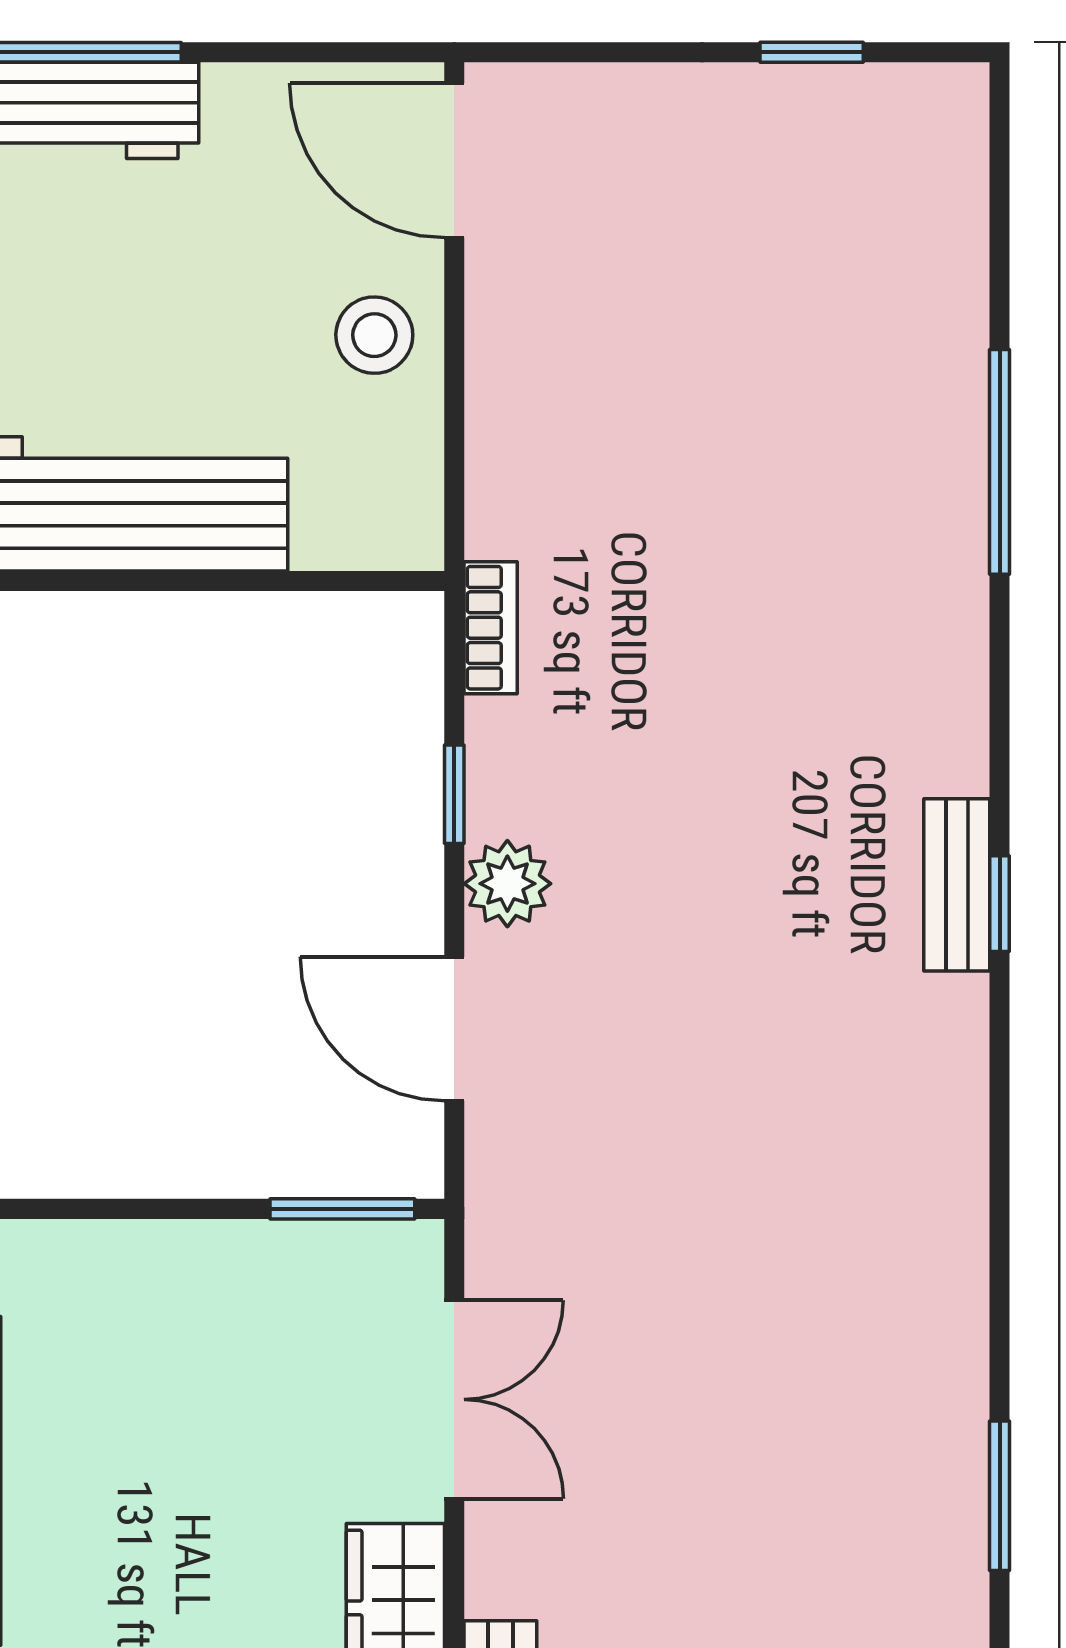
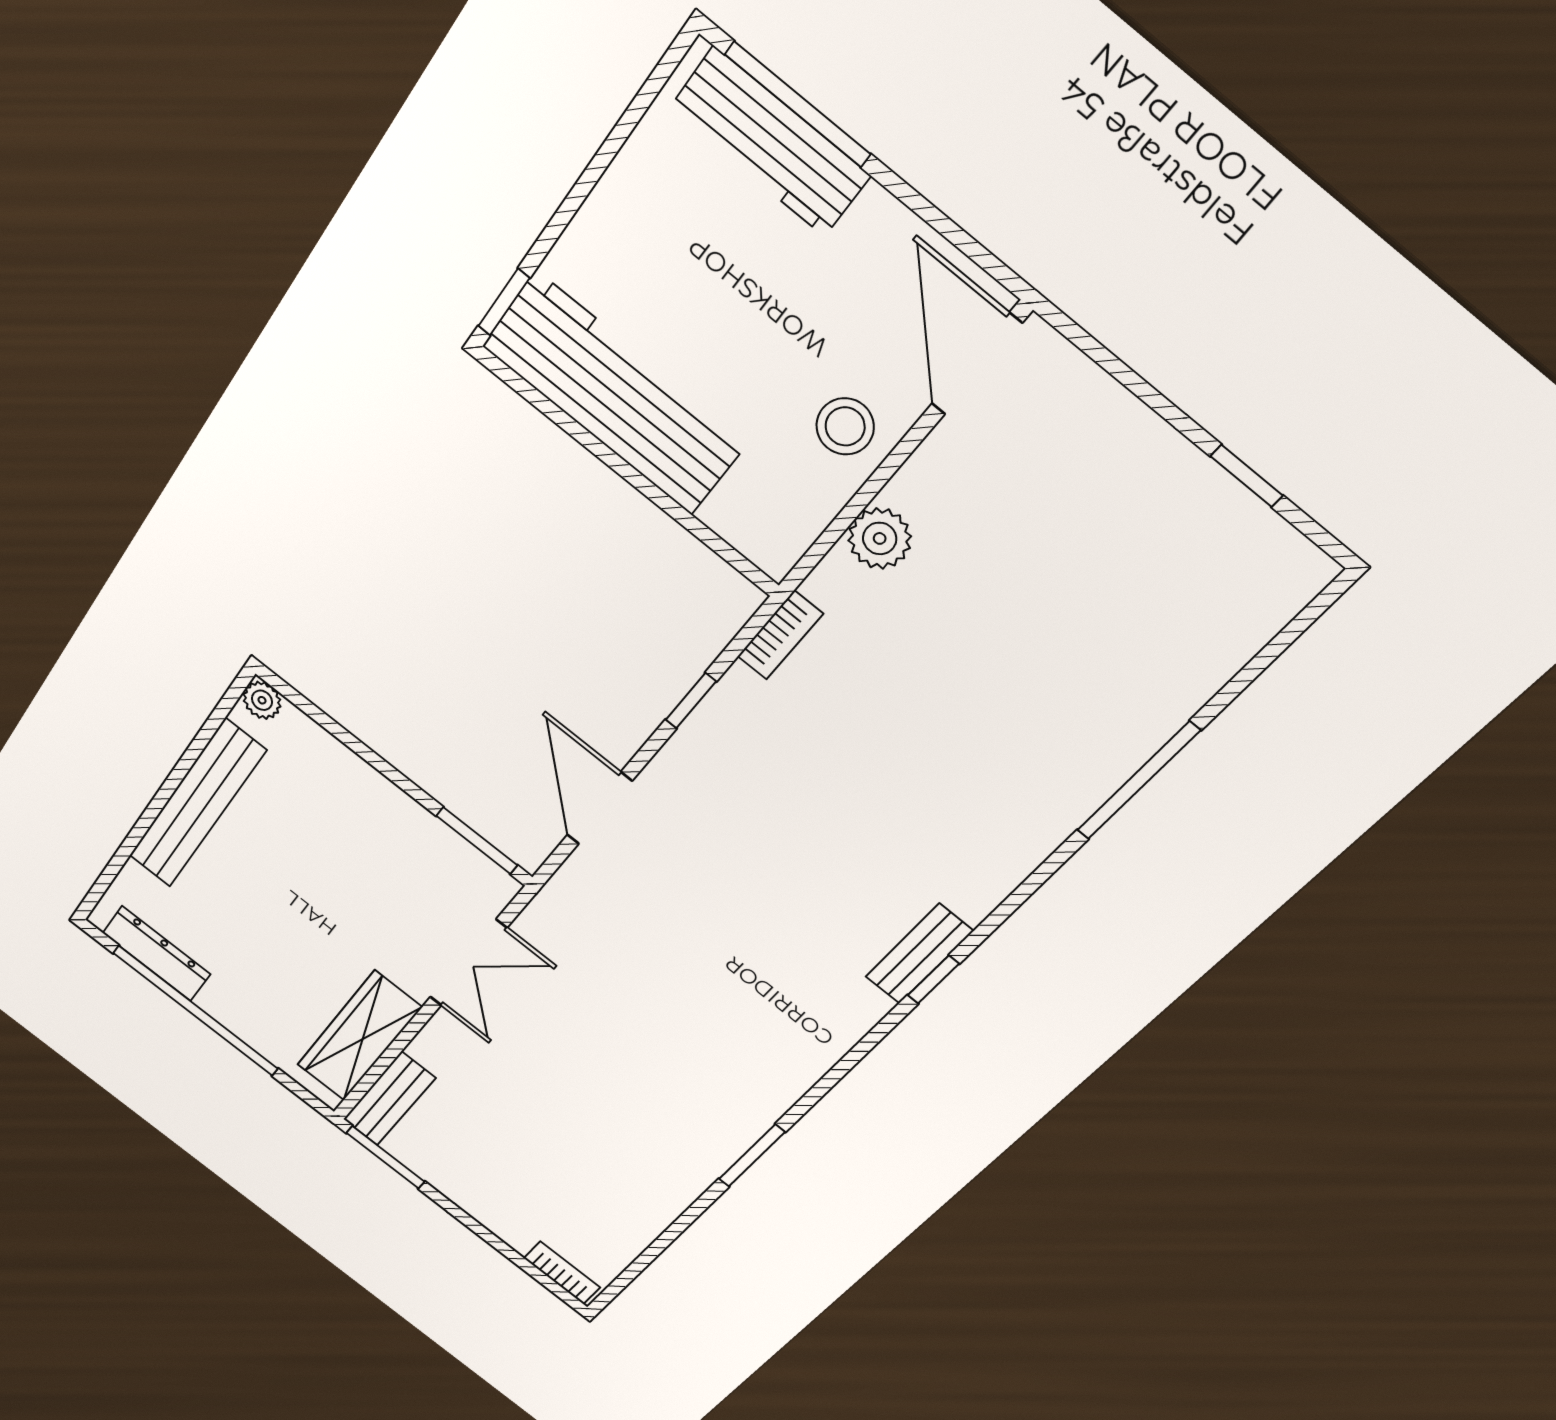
plant: (507, 884) -> (880, 538), moved
window: (1000, 1496) -> (752, 1156), moved

